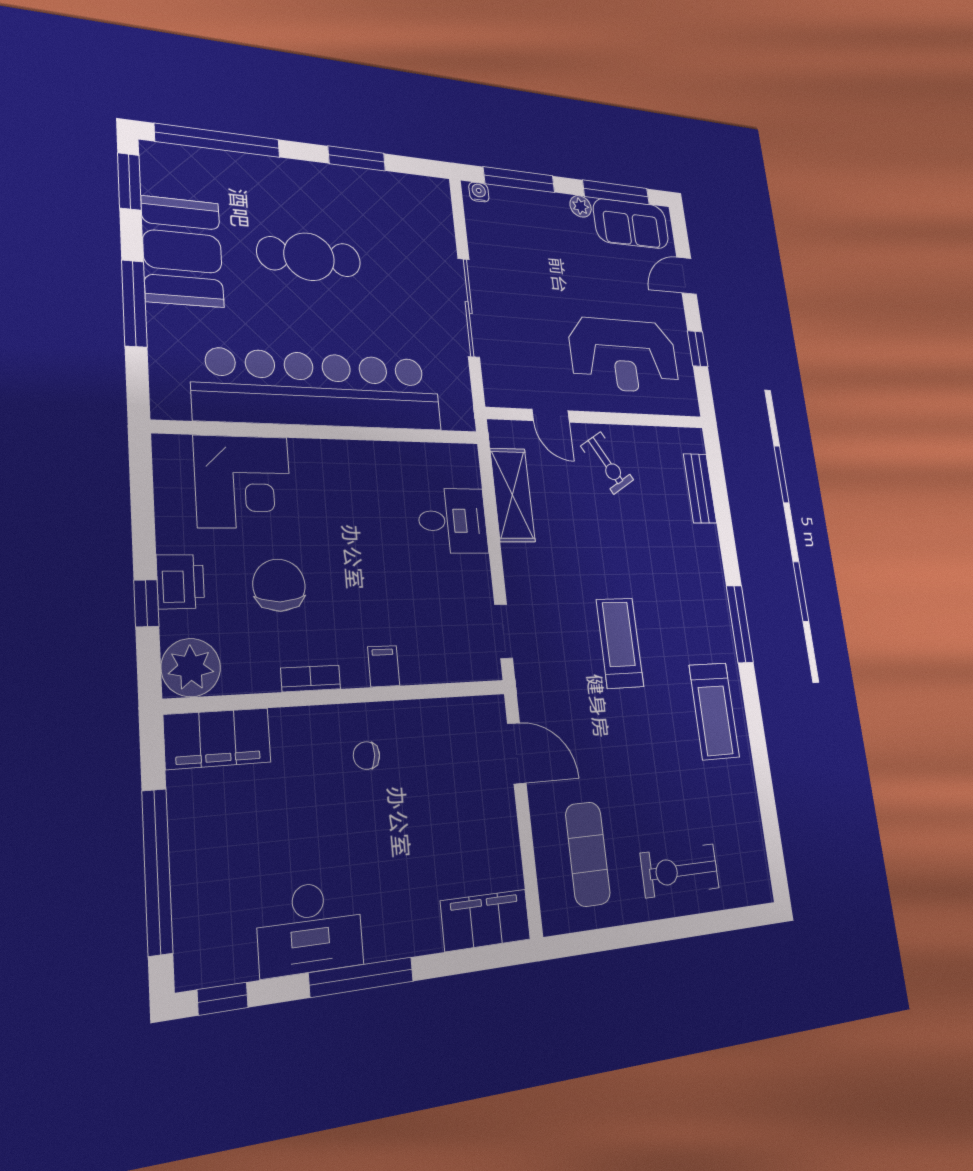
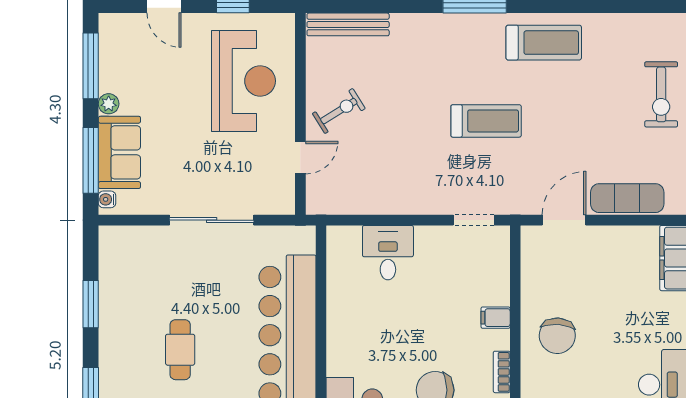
sofa: (631, 224) -> (119, 152), moved
cafe table: (309, 257) -> (180, 350), width x0.73, depth x0.74
bench: (700, 488) -> (348, 24), width x1.36
shelving: (512, 495) -> (367, 200), removed
treadmill: (620, 643) -> (486, 121), turned 180
chair: (366, 756) -> (557, 336), width x1.87, depth x1.87
exercise mat: (588, 854) -> (627, 198), moved

